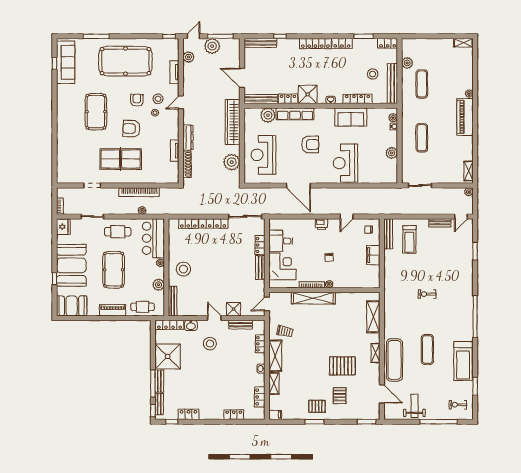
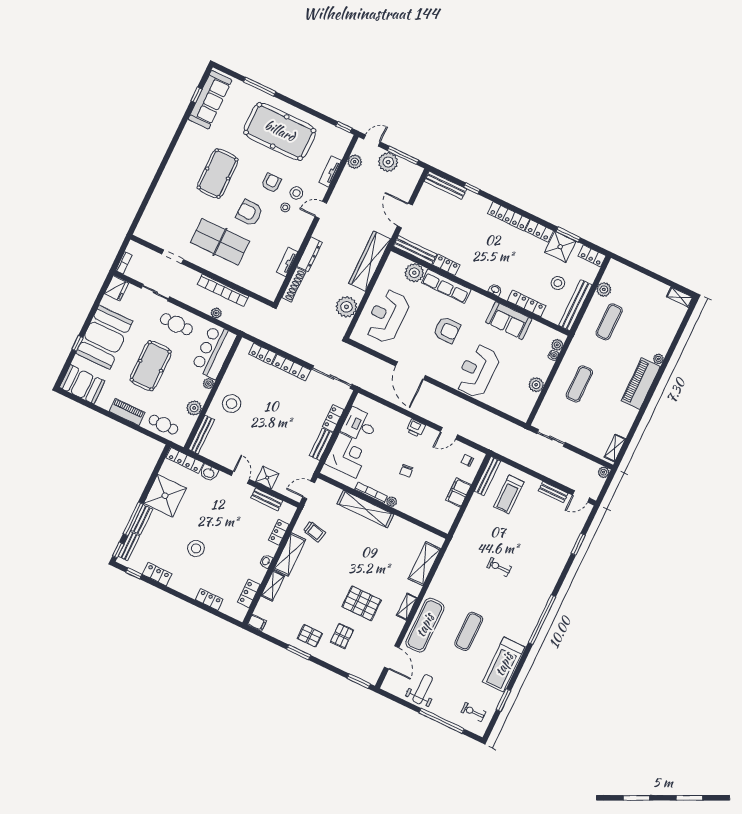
shower: (308, 94) -> (560, 247), moved
stool: (210, 344) -> (196, 548), moved

